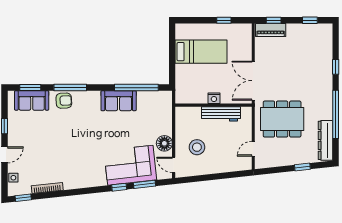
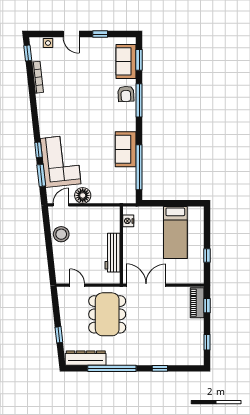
nightstand: (214, 98) -> (128, 221), moved
stool: (197, 147) -> (61, 234), moved

